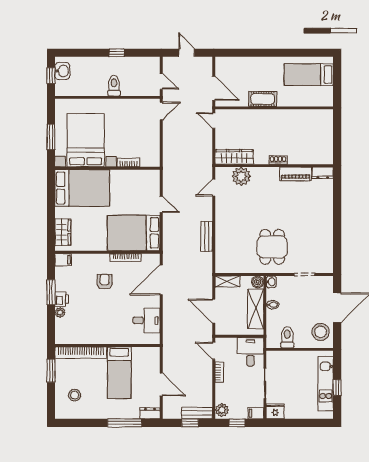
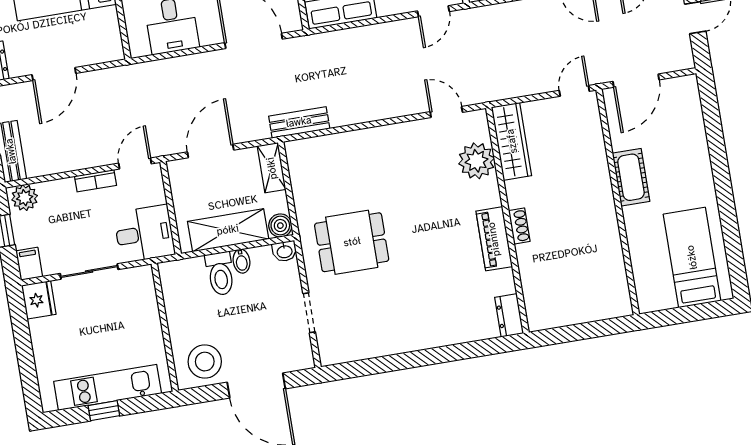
piano: (296, 174) -> (494, 239), moved
door: (161, 204) -> (433, 11), moved
bench: (207, 236) -> (299, 122), moved
toilet: (287, 337) -> (220, 274), moved, turned 90

